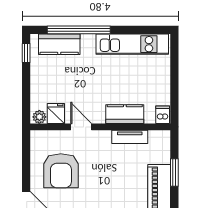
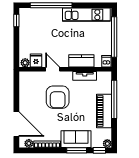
kitchen counter: (59, 44) -> (38, 15), removed
window: (174, 78) -> (114, 37), added
armchair: (61, 171) -> (58, 97), moved
window: (174, 172) -> (114, 99), width x2.11

